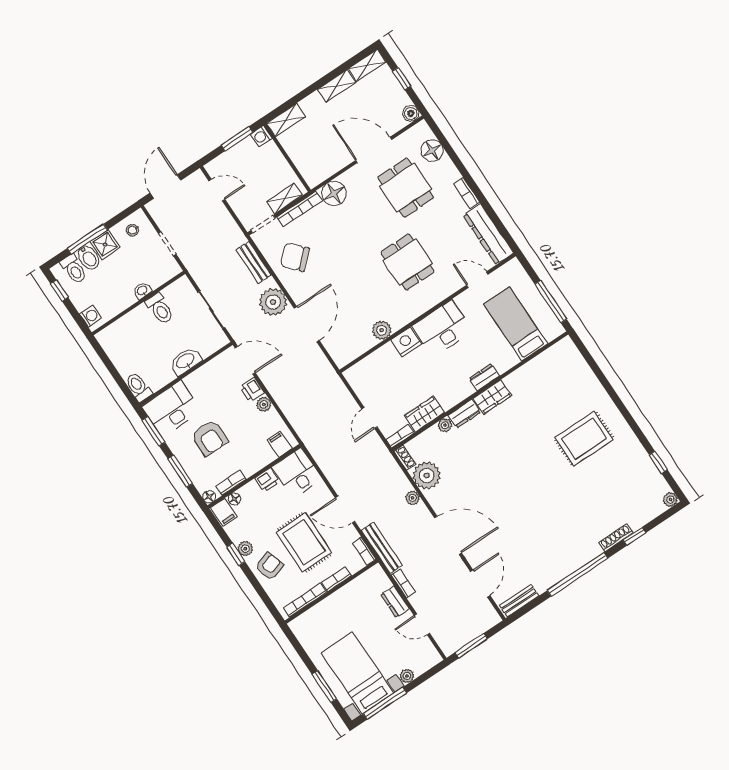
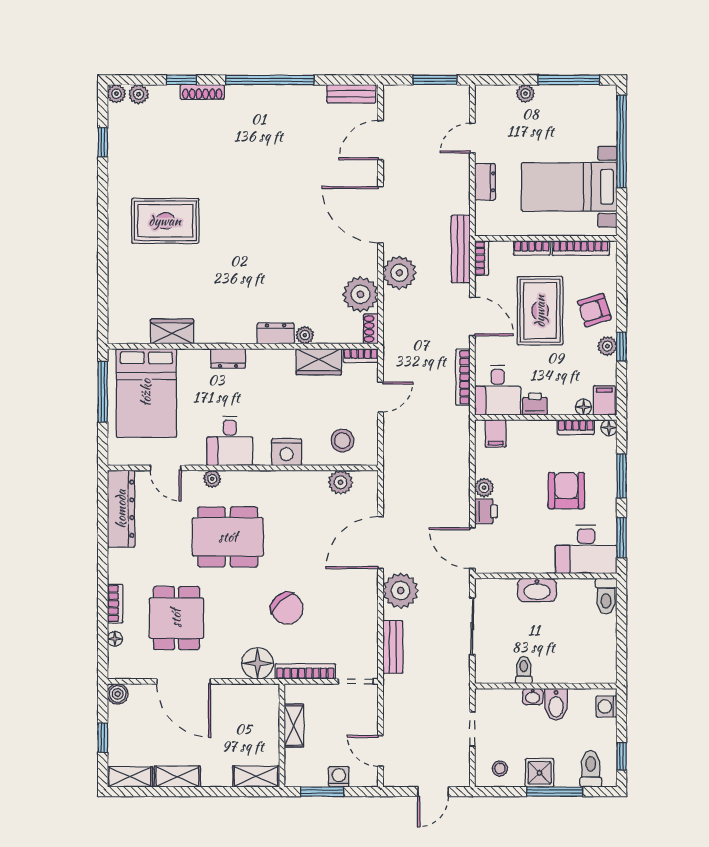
washing machine: (261, 136) -> (339, 777), moved, turned -90
floor lamp: (432, 151) -> (115, 639), width x0.53, depth x0.53
door: (165, 187) -> (433, 792), width x0.73
bookcase: (467, 193) -> (115, 604), moved
shelving: (284, 198) -> (294, 725), moved, turned 90
bidet: (88, 257) -> (556, 704), moved, turned 180
chair: (295, 257) -> (287, 608), moved
dining table: (408, 262) -> (228, 537), width x1.37
plant: (443, 293) -> (212, 479), added
toilet: (160, 309) -> (524, 670), width x0.73, depth x0.72
bed: (516, 324) -> (146, 393), width x1.50
desk: (442, 328) -> (230, 441), width x0.73
plant: (382, 330) -> (340, 482), moved
stool: (375, 374) -> (342, 441), added
wardrobe: (492, 397) -> (172, 331), moved
plant: (413, 498) -> (399, 273), width x1.88, depth x1.88
plant: (656, 509) -> (139, 94), added
bookcase: (403, 583) -> (463, 377), moved, width x1.56
door: (422, 624) -> (472, 138), swing flipped
bed with nightstands: (357, 673) -> (569, 187), moved, turned 90
window: (324, 686) -> (622, 142), width x2.11

